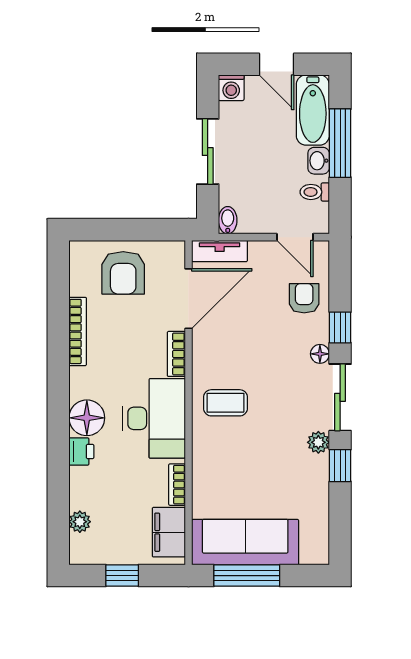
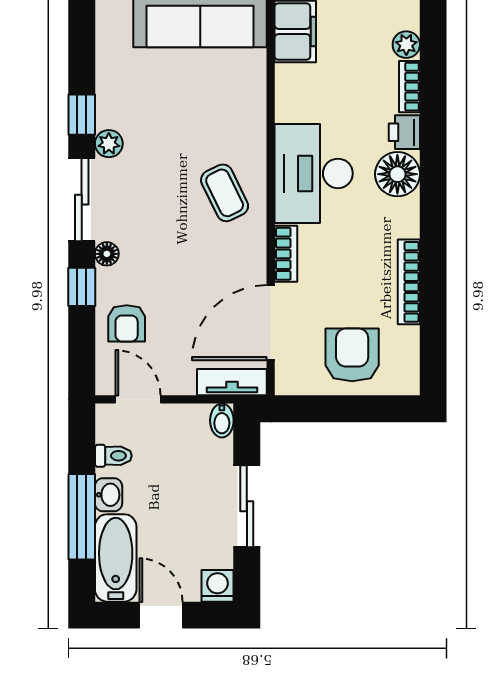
coffee table: (226, 403) -> (225, 193), turned 64
bookcase: (177, 485) -> (409, 87), moved, turned 180

